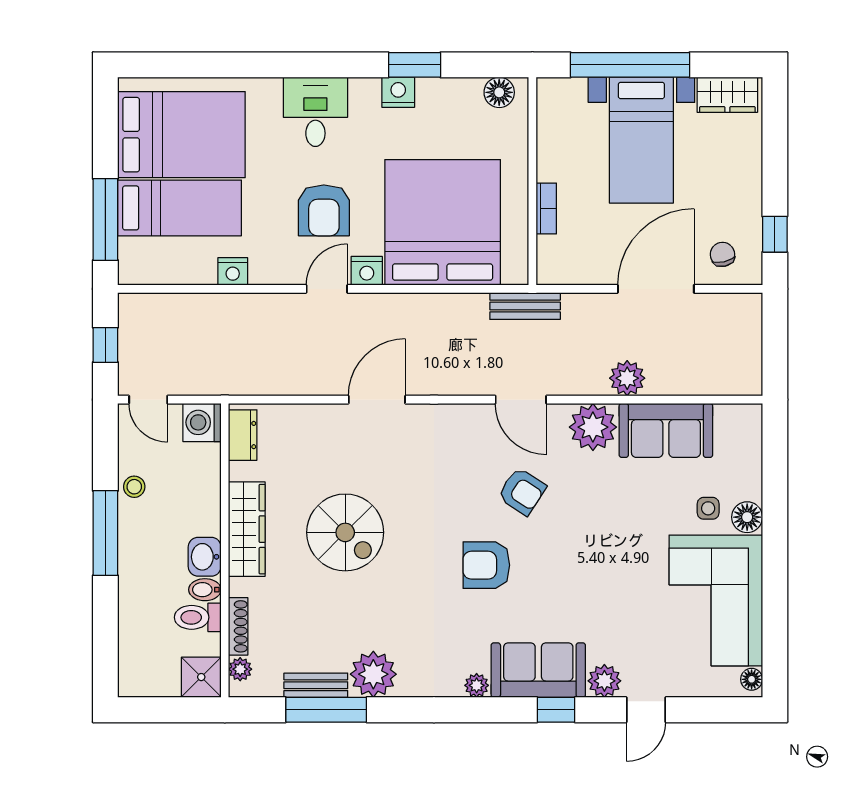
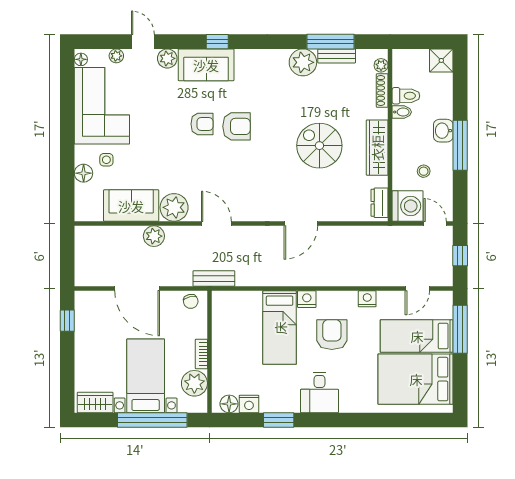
nightstand: (398, 92) -> (249, 404), moved
desk: (315, 112) -> (320, 392), moved
plant: (558, 127) -> (194, 383), added
bookcase: (546, 209) -> (201, 354), moved
bed: (443, 222) -> (280, 328), width x0.49
chair: (722, 254) -> (191, 301), moved
nightstand: (233, 271) -> (367, 299), moved
door: (327, 289) -> (417, 289), moved
door: (656, 289) -> (137, 289), hinge flipped
washing machine: (202, 422) -> (408, 206), width x1.37, depth x1.37
stool: (134, 487) -> (424, 171), moved
armchair: (522, 491) -> (202, 124), moved, turned 147
floor lamp: (747, 517) -> (84, 173), moved
washbasin: (205, 557) -> (443, 131), moved, turned 180
shower: (201, 677) -> (441, 60), moved
plant: (477, 685) -> (116, 56), moved
window: (556, 710) -> (217, 42), moved
door: (646, 710) -> (143, 42), hinge flipped

